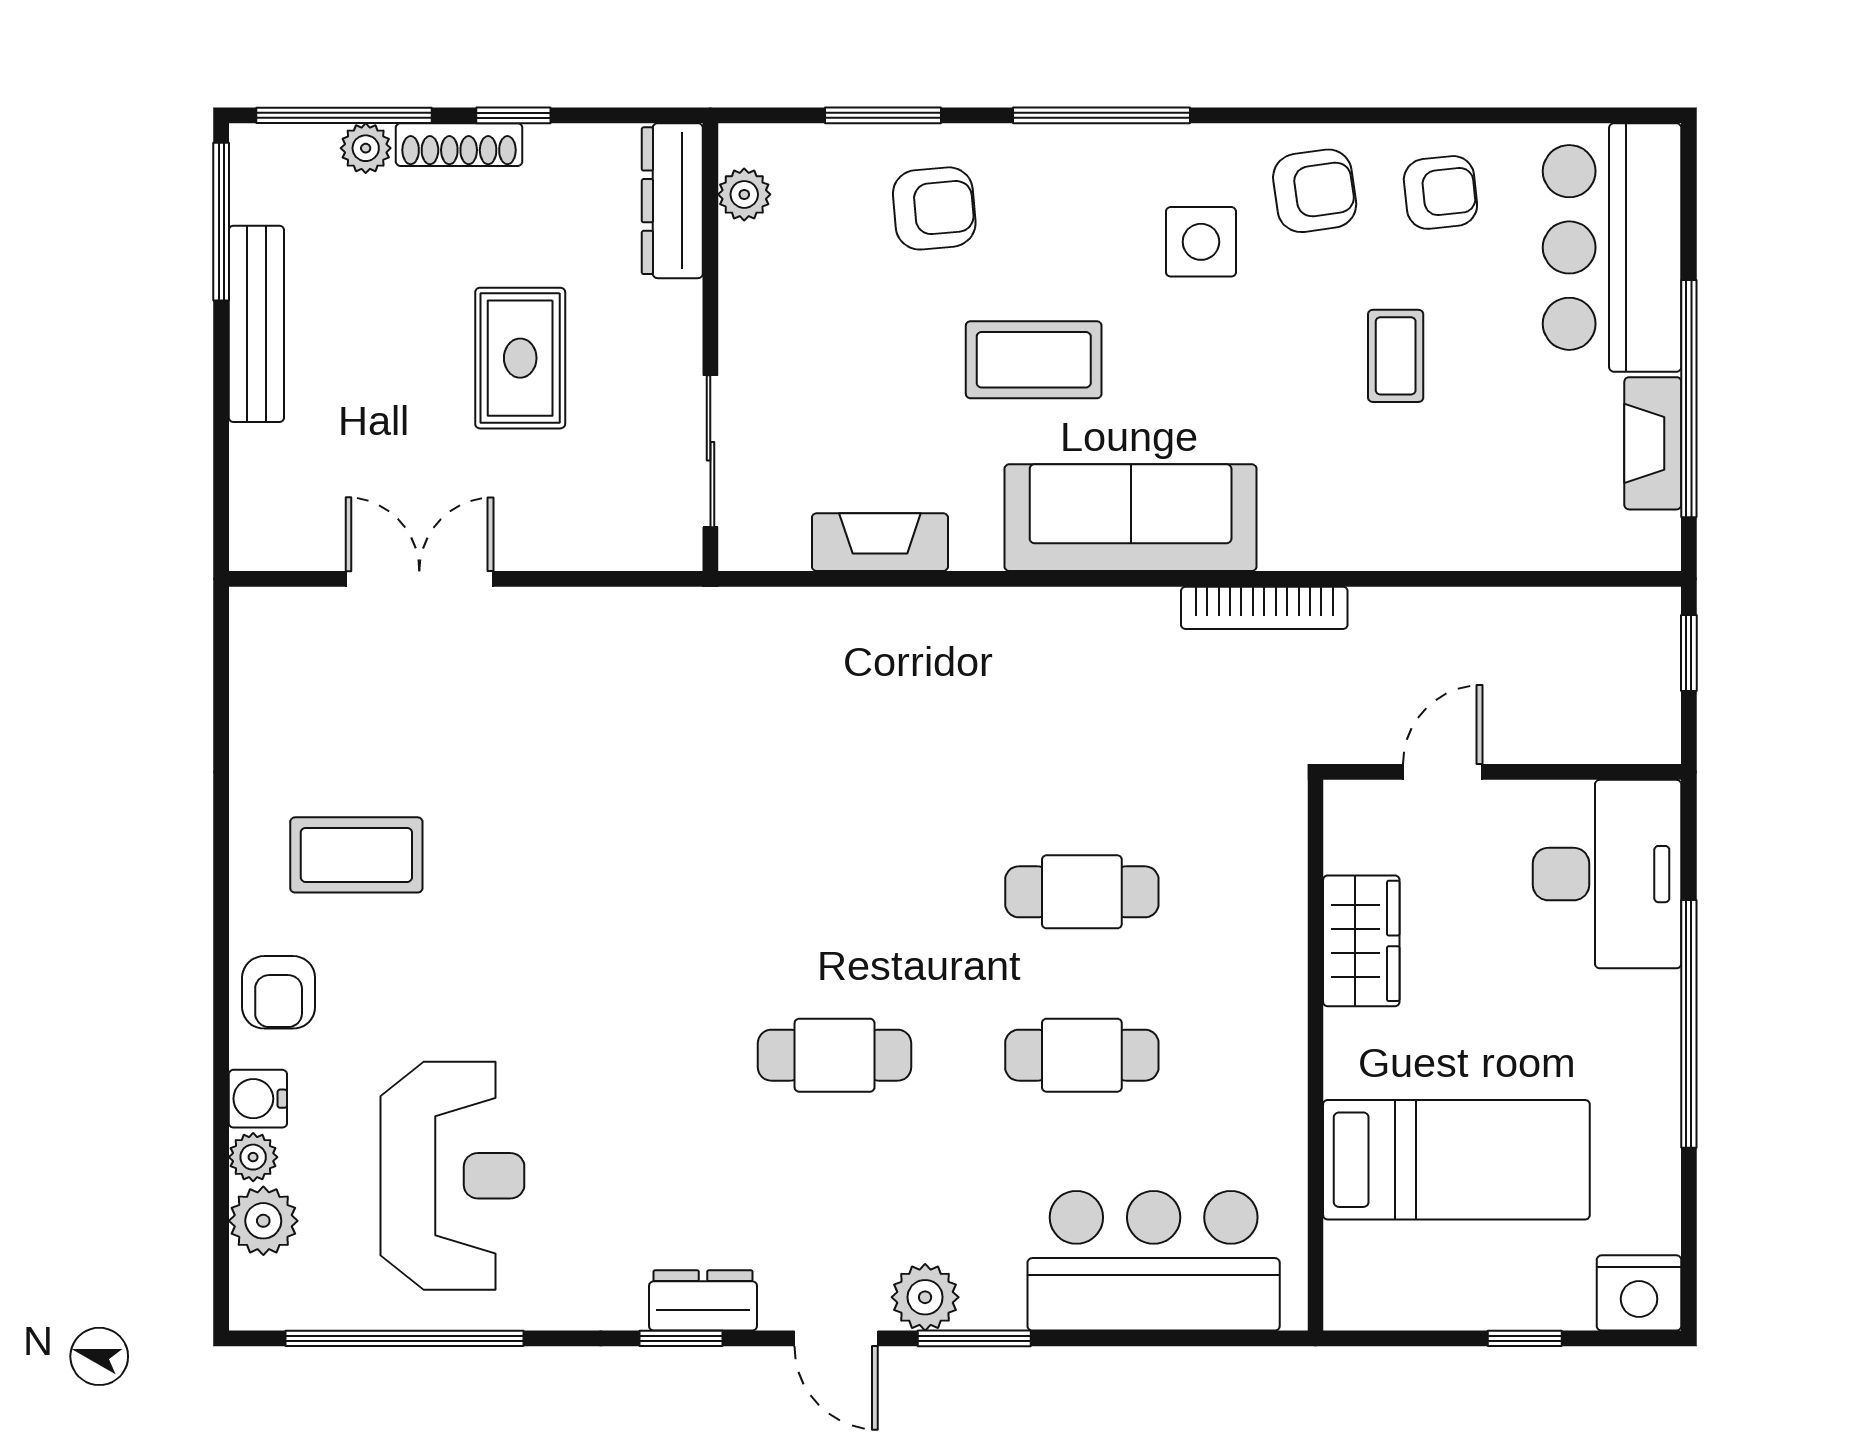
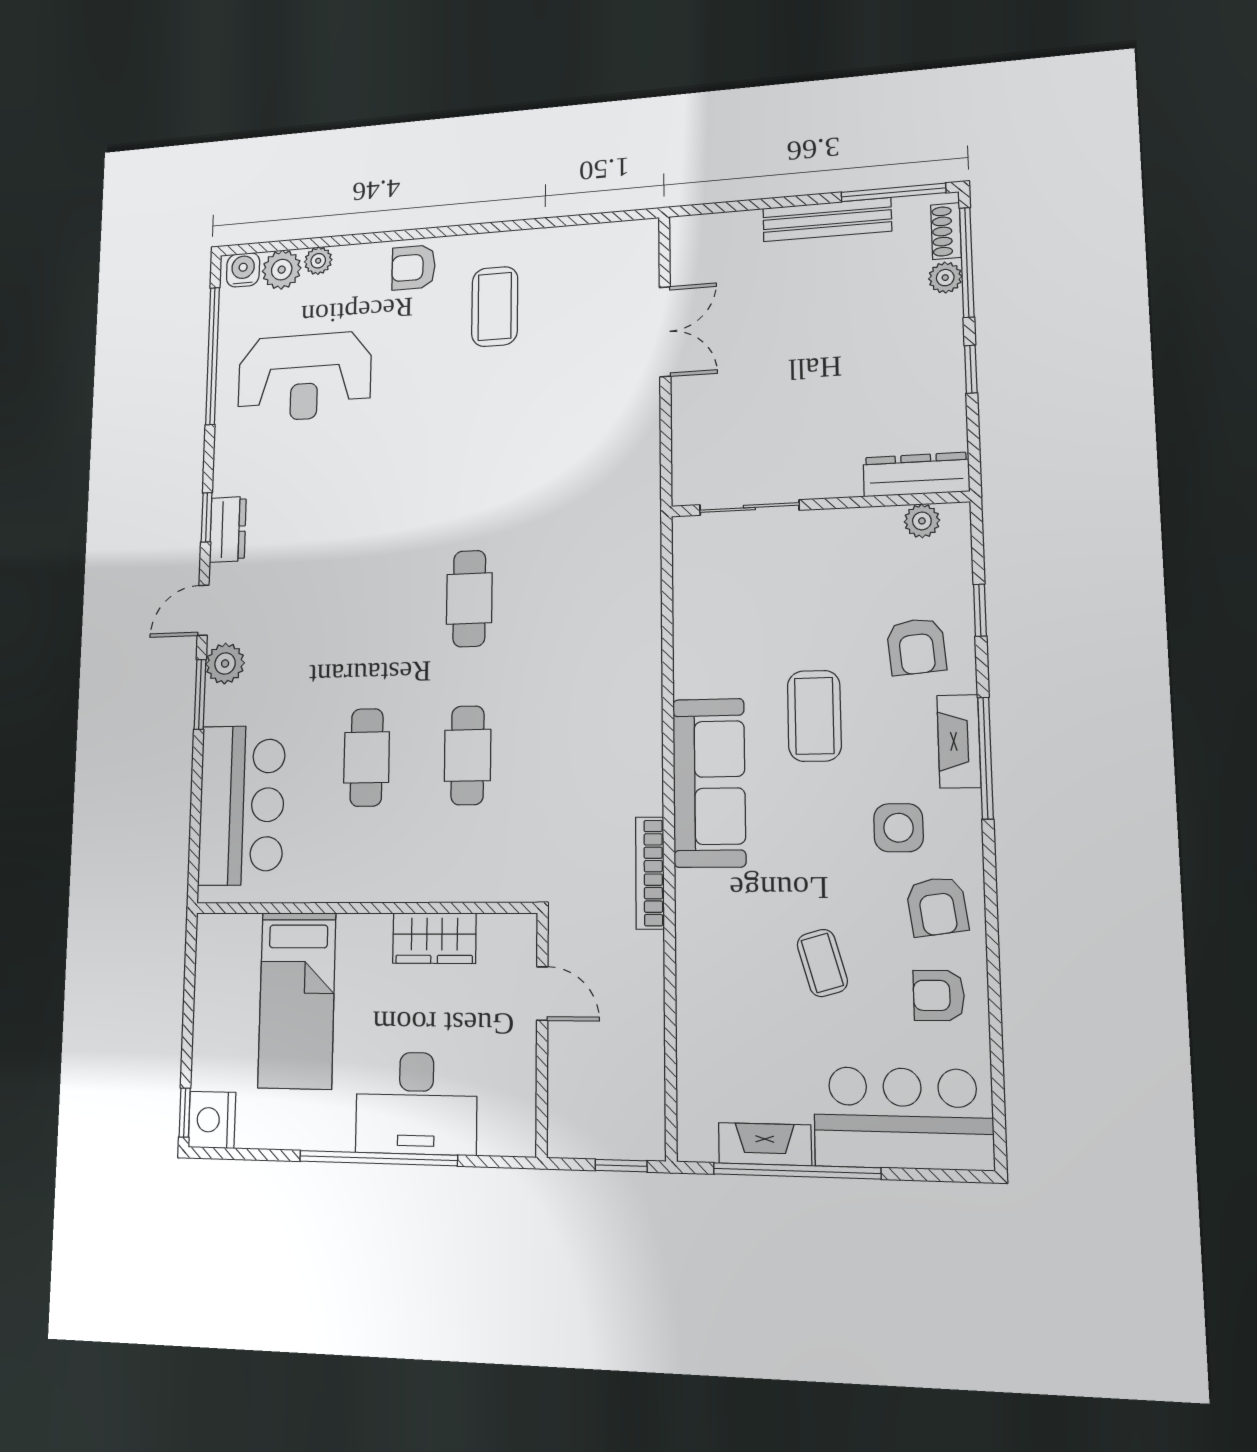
window: (883, 115) -> (980, 610), width x0.67
shoe rack: (459, 145) -> (946, 231), moved, width x0.70
armchair: (1440, 192) -> (939, 995), turned 96
coffee table: (1396, 356) -> (822, 963), turned 74
rug: (520, 358) -> (808, 384), removed
fireplace: (880, 542) -> (959, 741), moved, turned 180
desk: (1607, 874) -> (416, 1103), moved
cafe table: (835, 1055) -> (469, 599), moved
water cooler: (258, 1099) -> (243, 270), moved
window: (1525, 1338) -> (185, 1113), moved

